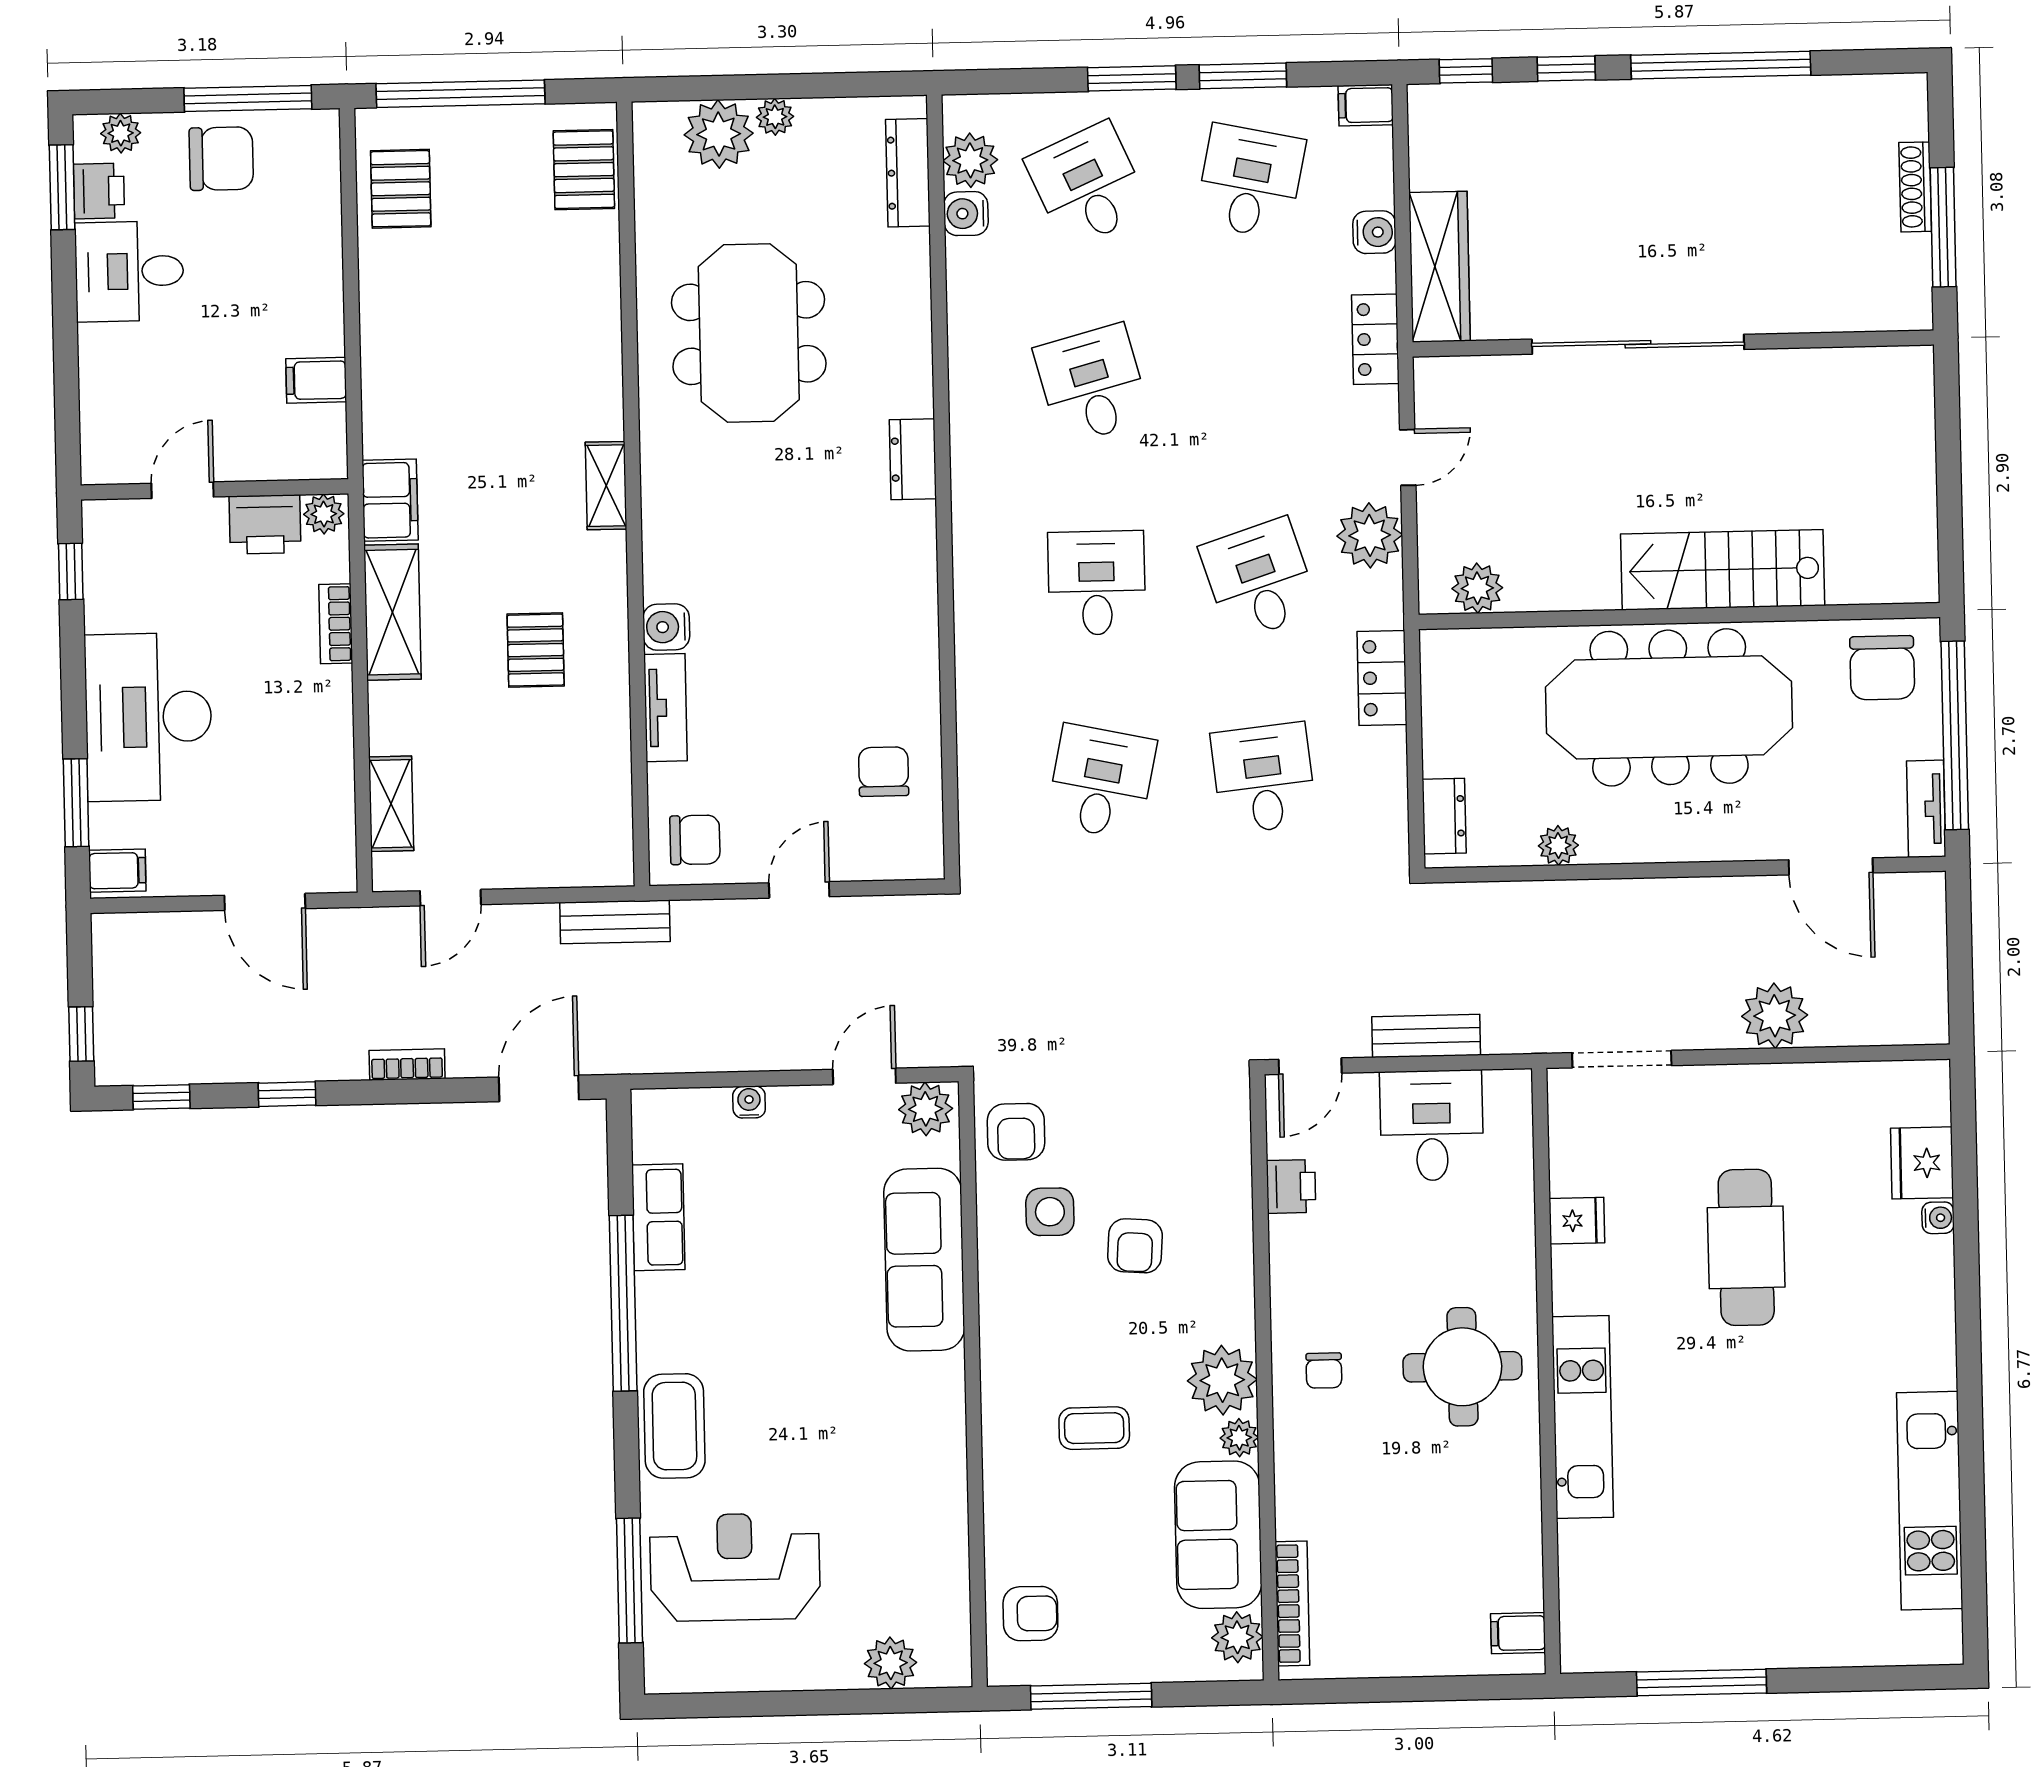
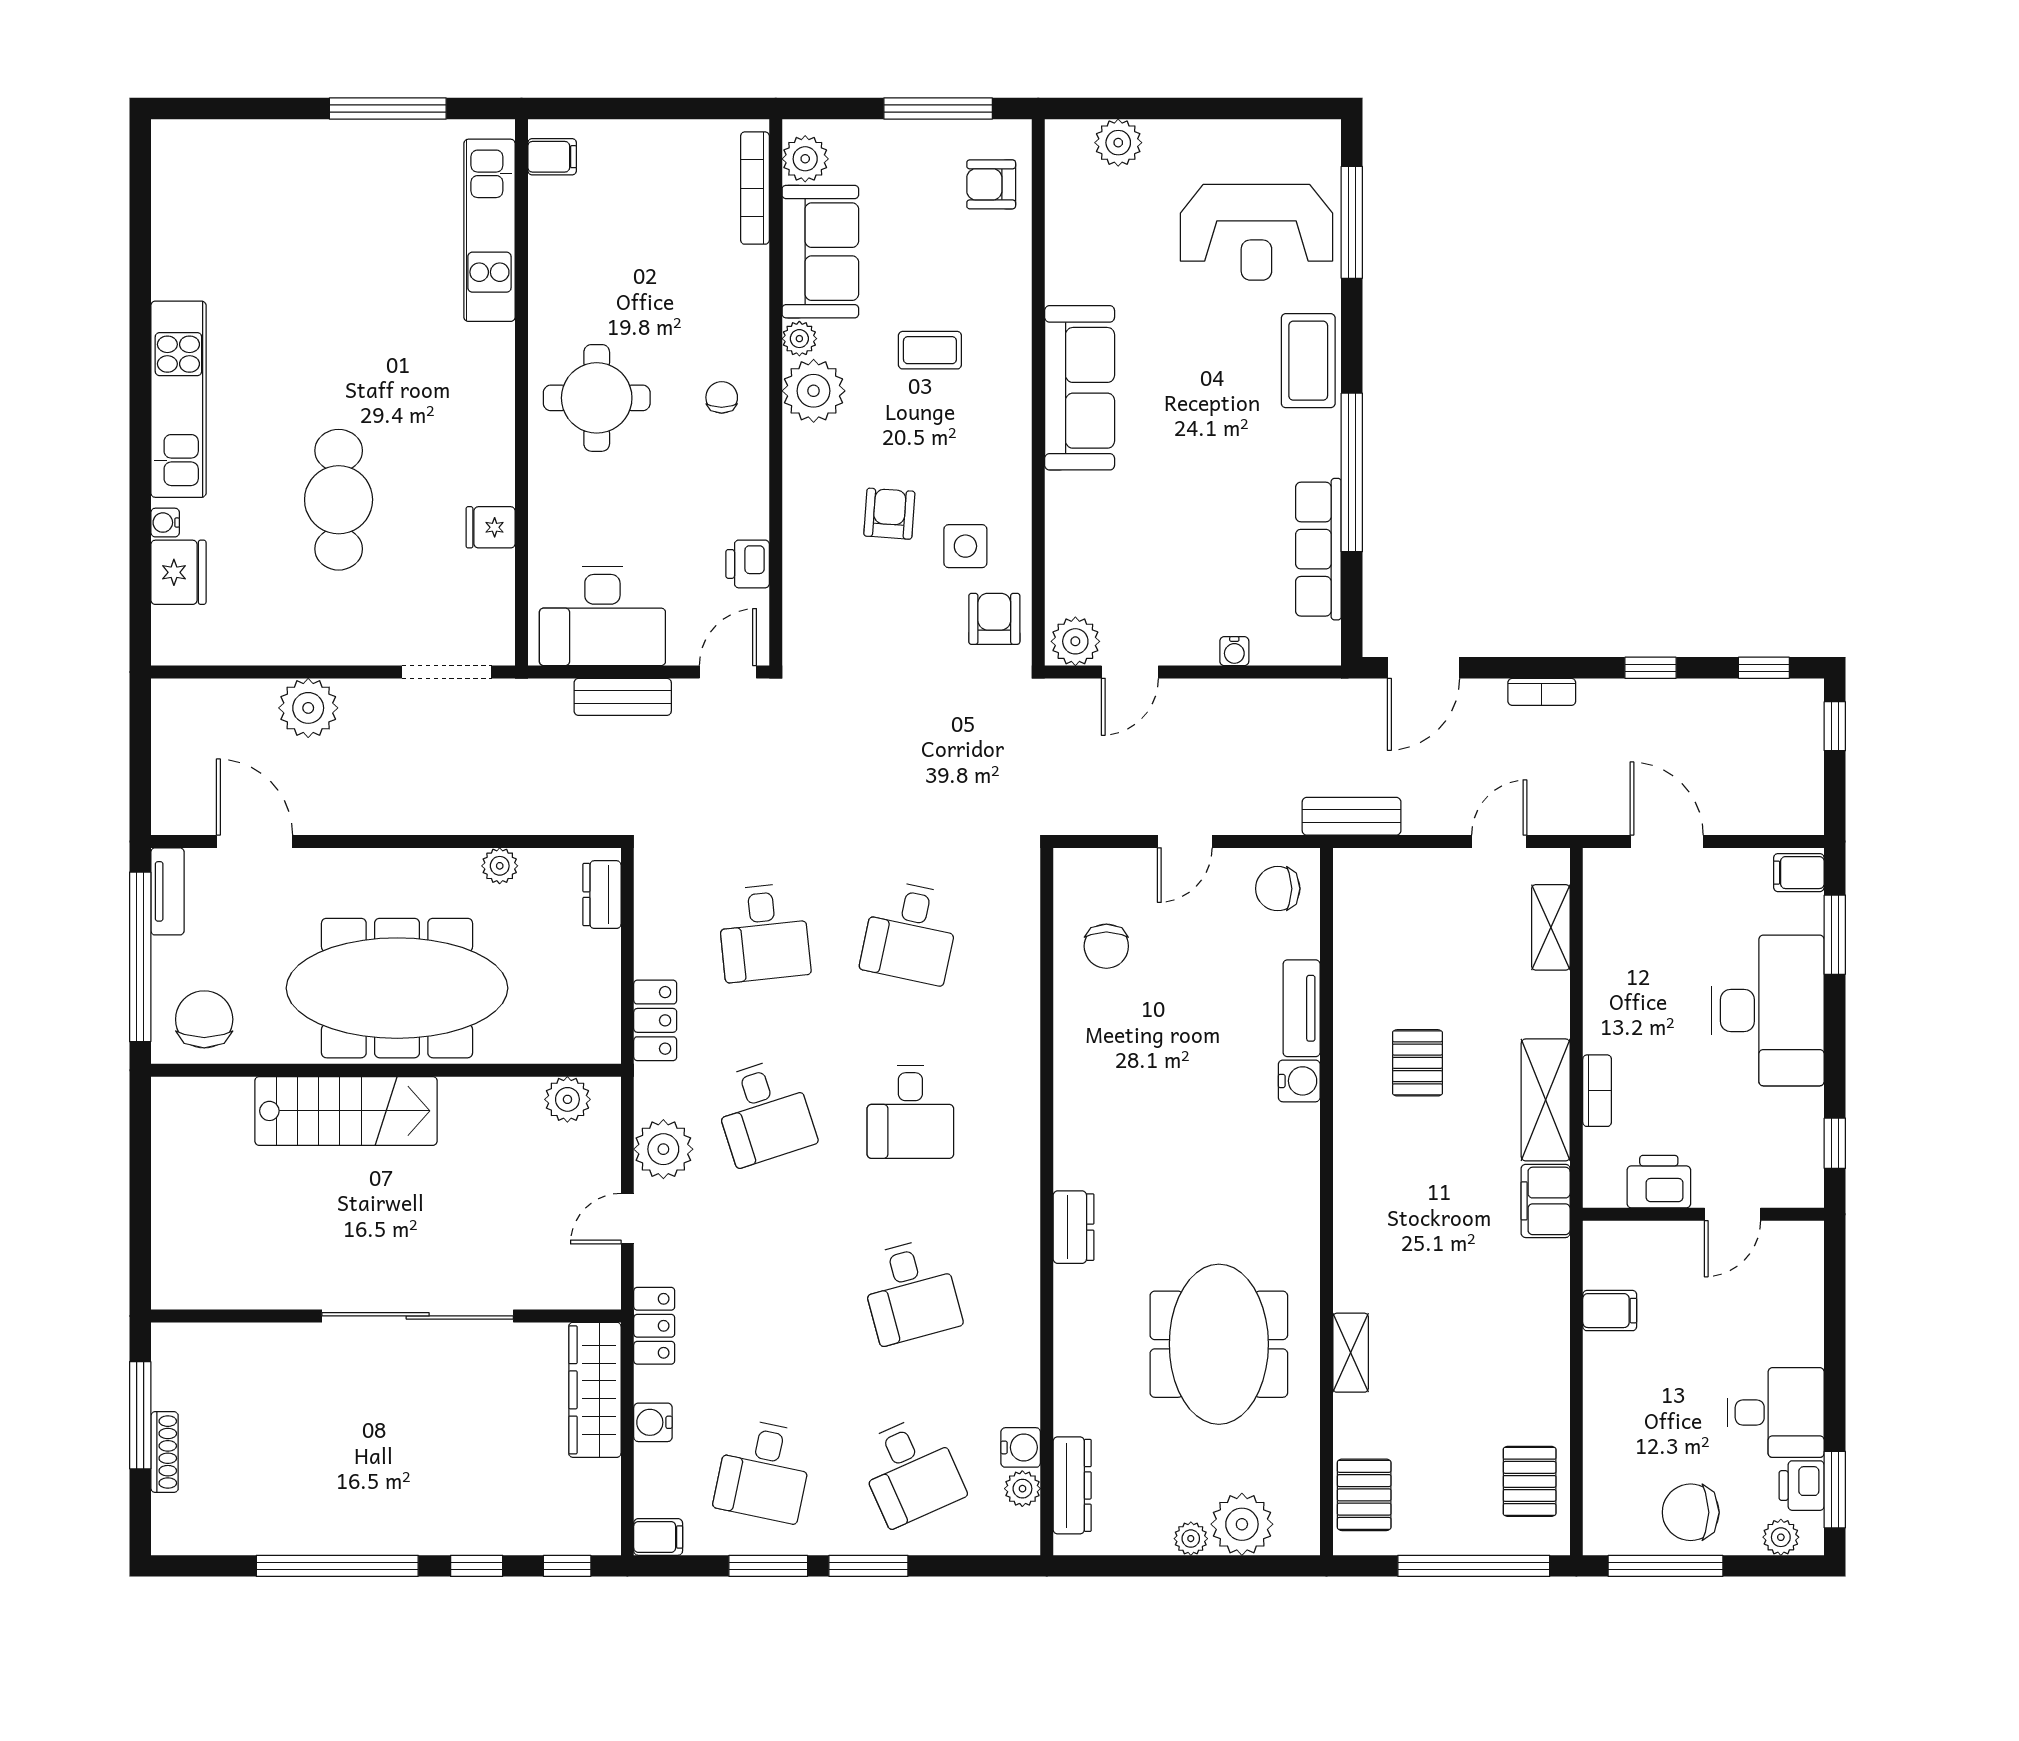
plant: (970, 160) -> (1022, 1489), width x0.73, depth x0.73
shelving: (606, 486) -> (1351, 1353), moved
plant: (324, 514) -> (1606, 1190), removed
desk: (1432, 1125) -> (602, 616), width x1.37
row of seats: (658, 1217) -> (1318, 549), width x1.48
sofa: (924, 1260) -> (1080, 388), moved
kitchen unit: (1583, 1417) -> (489, 230), moved
kitchen unit: (1930, 1501) -> (178, 399), moved

